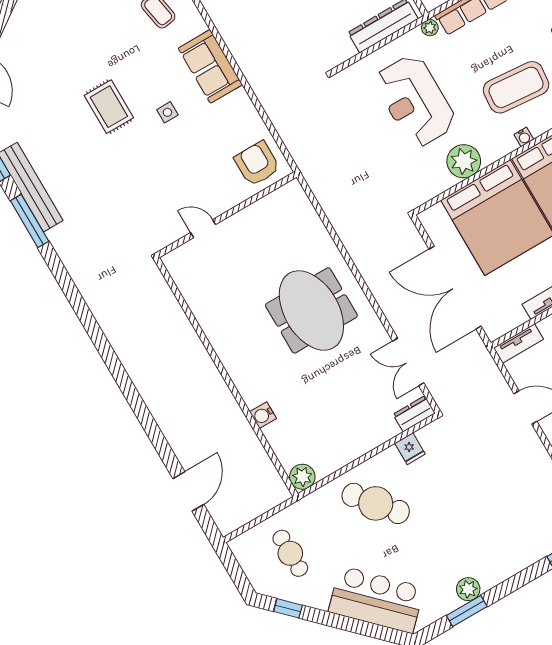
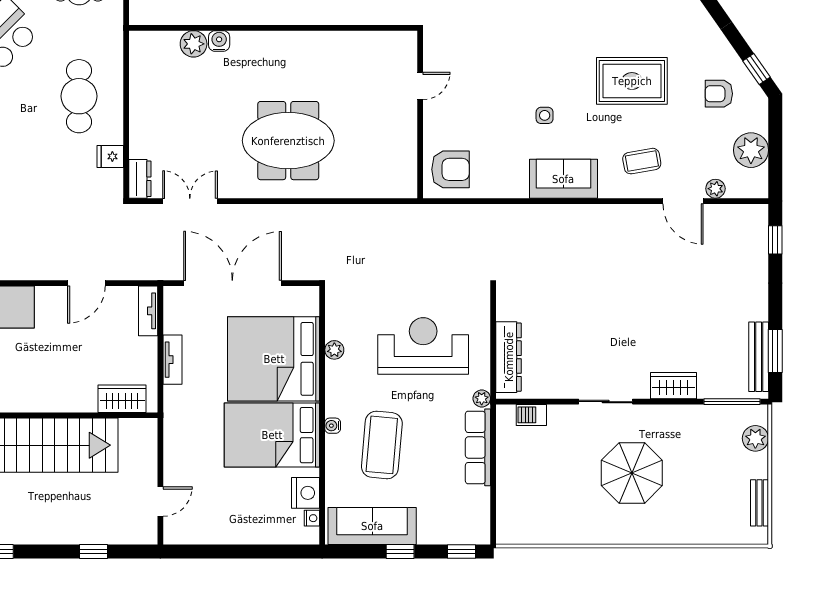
rug: (109, 107) -> (632, 81), moved, width x1.36, depth x1.43
plant: (464, 161) -> (334, 350), width x0.53, depth x0.53
plant: (302, 477) -> (194, 44), moved
cafe table: (376, 503) -> (79, 96), turned -51

